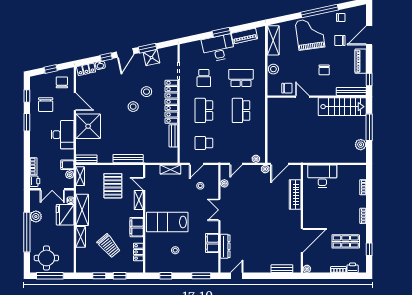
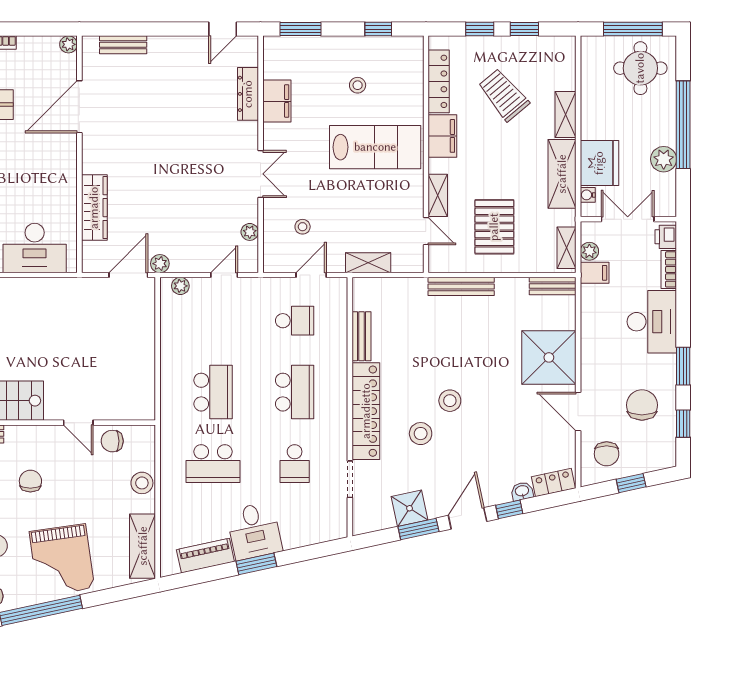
desk: (218, 48) -> (254, 531), width x0.73
school desk: (204, 78) -> (295, 464), turned 180
desk: (63, 135) -> (652, 322), moved, turned 180
locker: (138, 252) -> (439, 81), width x1.53

